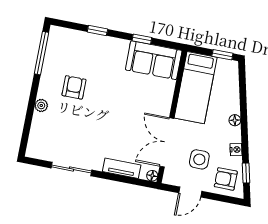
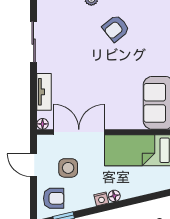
armchair: (74, 87) -> (116, 28), turned 141
nightstand: (236, 150) -> (101, 199), moved
armchair: (226, 179) -> (54, 198), turned 90

